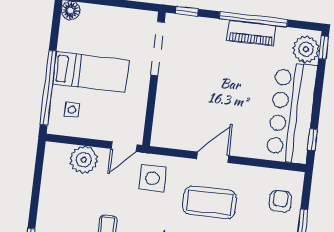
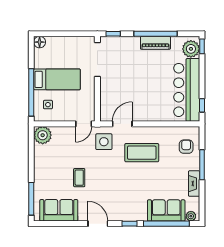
door: (213, 157) -> (122, 124), moved
plant: (84, 160) -> (43, 135), moved

